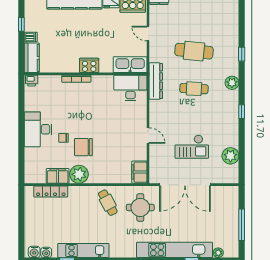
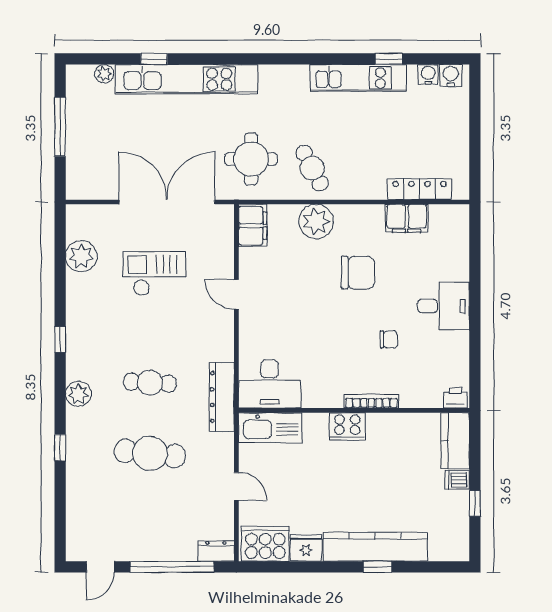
desk: (38, 129) -> (443, 306), width x0.73
chair: (63, 138) -> (389, 339), moved
plant: (79, 174) -> (316, 221), moved

